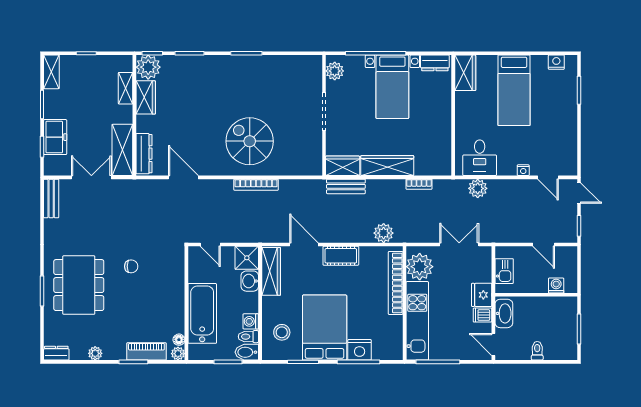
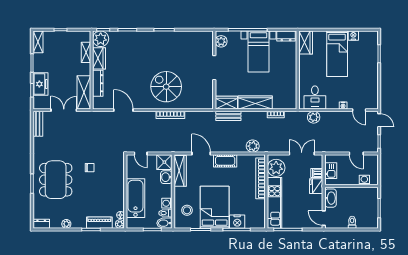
nightstand: (556, 62) -> (353, 36), moved
dresser: (144, 154) -> (98, 83), moved
dishwasher: (483, 315) -> (317, 173), moved

